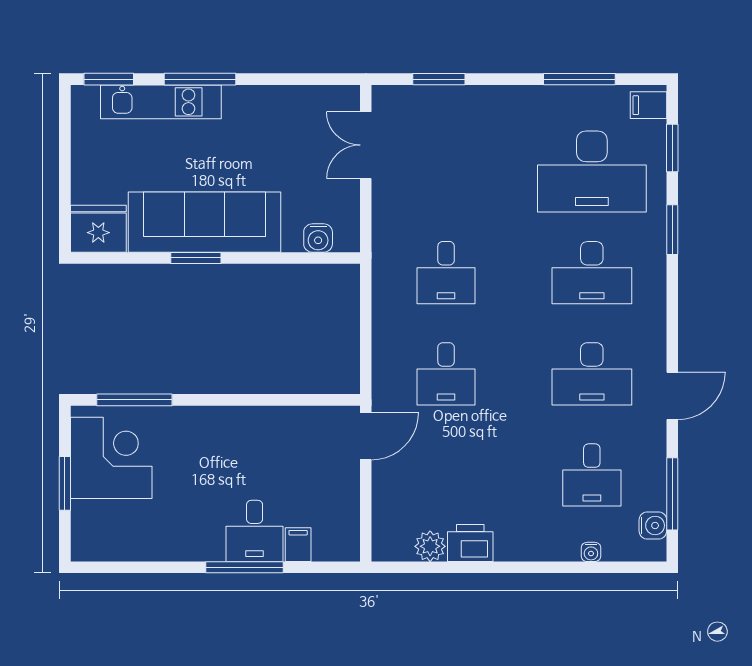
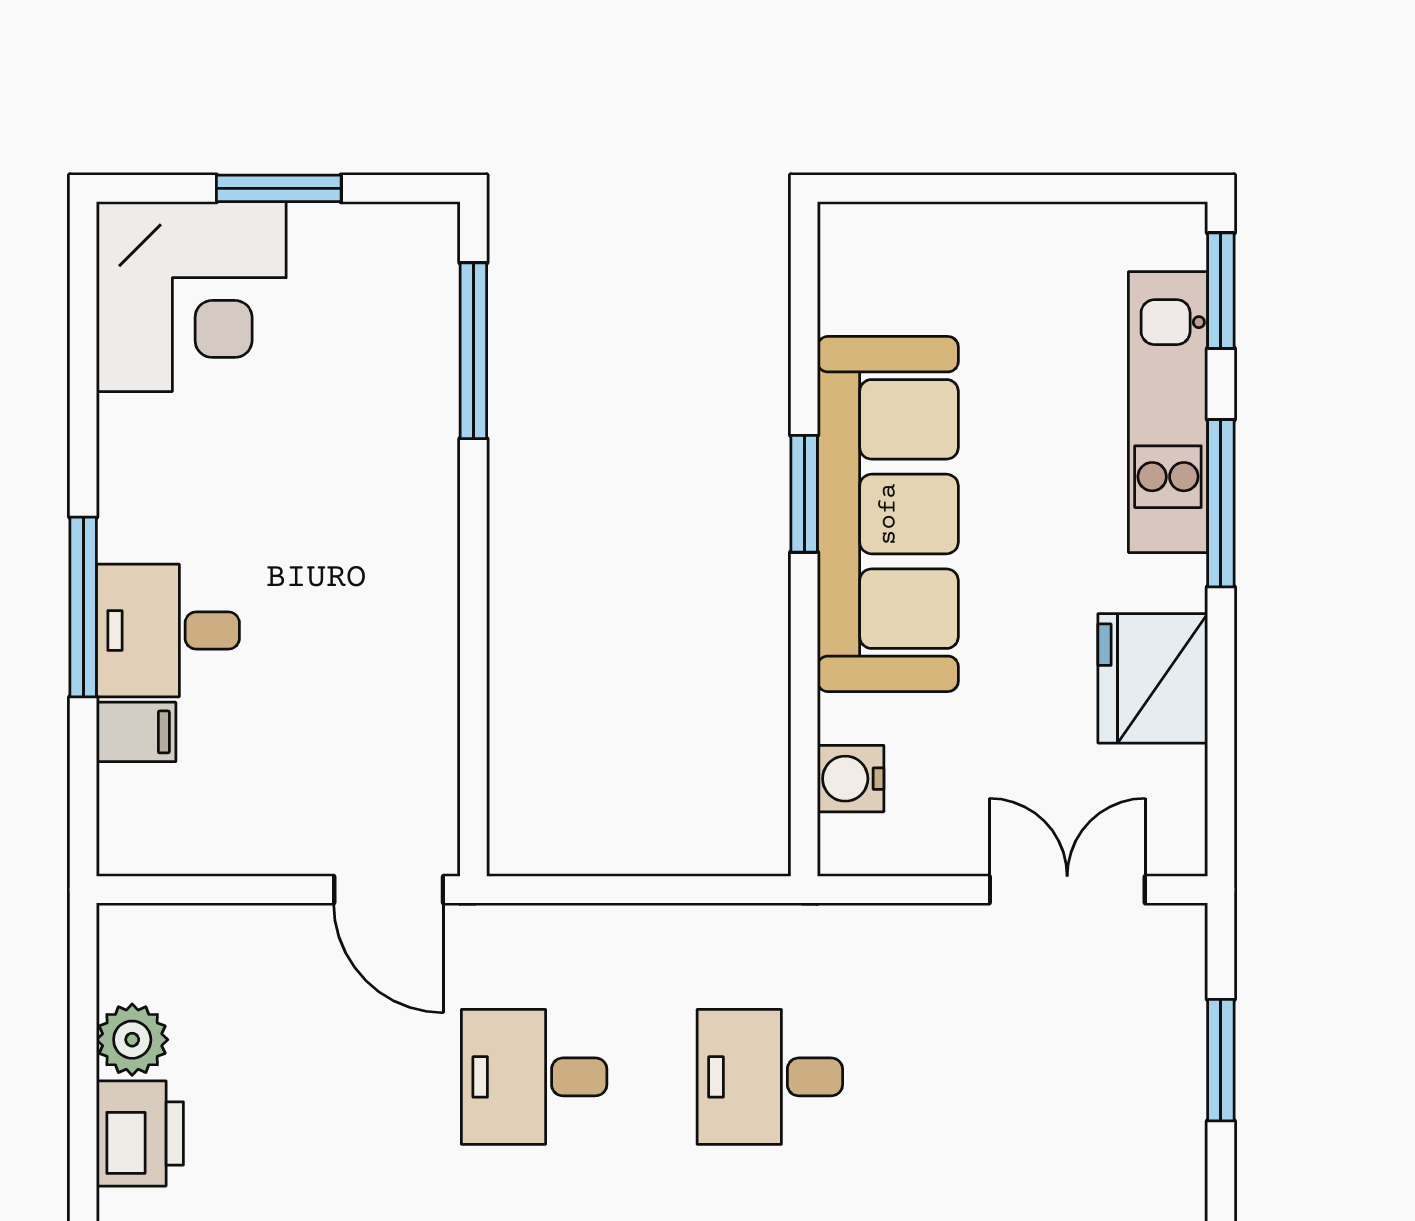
fridge: (98, 229) -> (1153, 678), moved, turned 180
corner desk: (111, 458) -> (191, 297), moved

